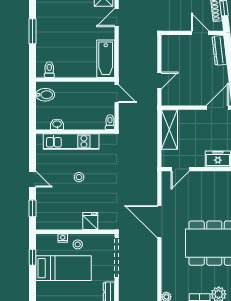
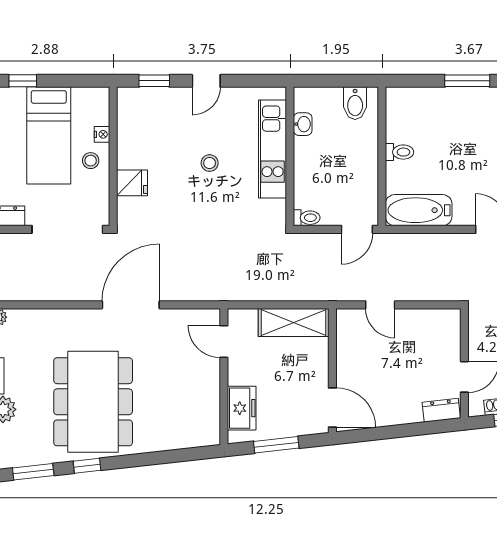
dresser: (219, 50) -> (441, 410), width x0.70
toilet: (49, 70) -> (399, 152), moved
window: (32, 257) -> (23, 81), moved

